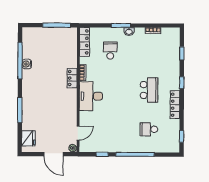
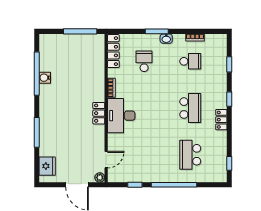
school desk: (149, 51) -> (190, 61), added
locker: (72, 78) -> (99, 113), moved
locker: (175, 105) -> (221, 120), width x0.66
school desk: (149, 129) -> (190, 155), width x1.85

